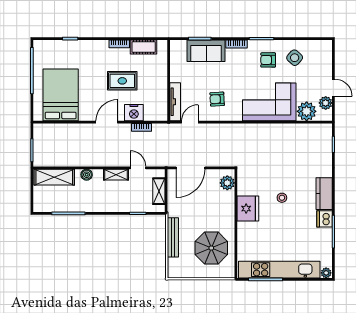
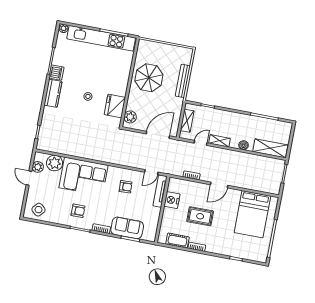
side table: (295, 58) -> (39, 210), moved
nightstand: (134, 113) -> (172, 200), moved, turned -90
door: (138, 168) -> (201, 143), swing flipped
fridge: (248, 209) -> (115, 106), moved
parasol: (211, 248) -> (149, 78), moved

